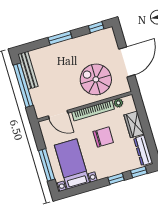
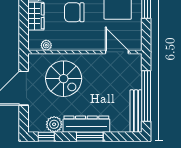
plant: (93, 39) -> (54, 124), added
dresser: (66, 47) -> (86, 124), added
bookcase: (93, 111) -> (77, 45), removed

